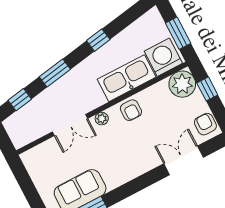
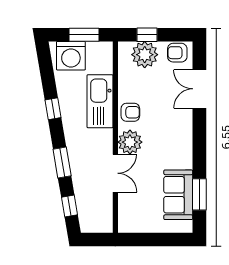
washing machine: (163, 57) -> (71, 56), moved, turned -90
plant: (182, 84) -> (145, 55), moved
plant: (102, 119) -> (130, 142), width x1.88, depth x1.88

